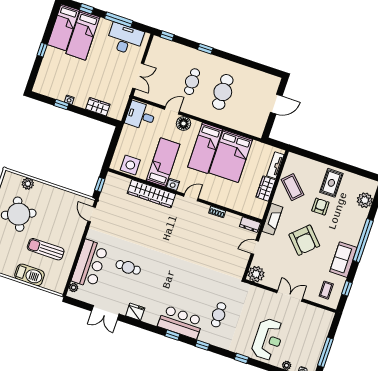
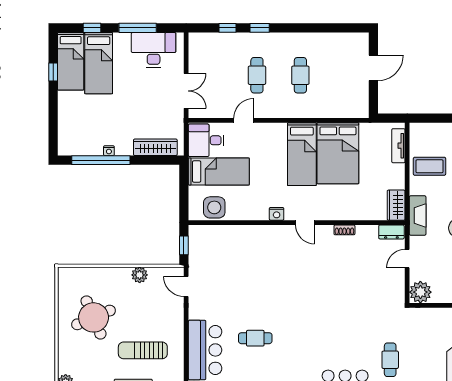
window: (167, 36) -> (227, 28), moved
window: (42, 50) -> (53, 72), moved
cafe table: (223, 92) -> (300, 75), width x0.73, depth x0.74
window: (61, 105) -> (101, 160), width x3.17
wardrobe: (98, 107) -> (155, 147), width x1.50
floor lamp: (184, 123) -> (264, 132), removed
bed: (163, 162) -> (219, 171), moved, turned 90
plant: (28, 184) -> (140, 275), moved
coffee table: (293, 187) -> (430, 166), turned -45
wardrobe: (266, 188) -> (396, 205), moved
wardrobe: (151, 194) -> (253, 235), removed
door: (191, 197) -> (305, 223), swing flipped

